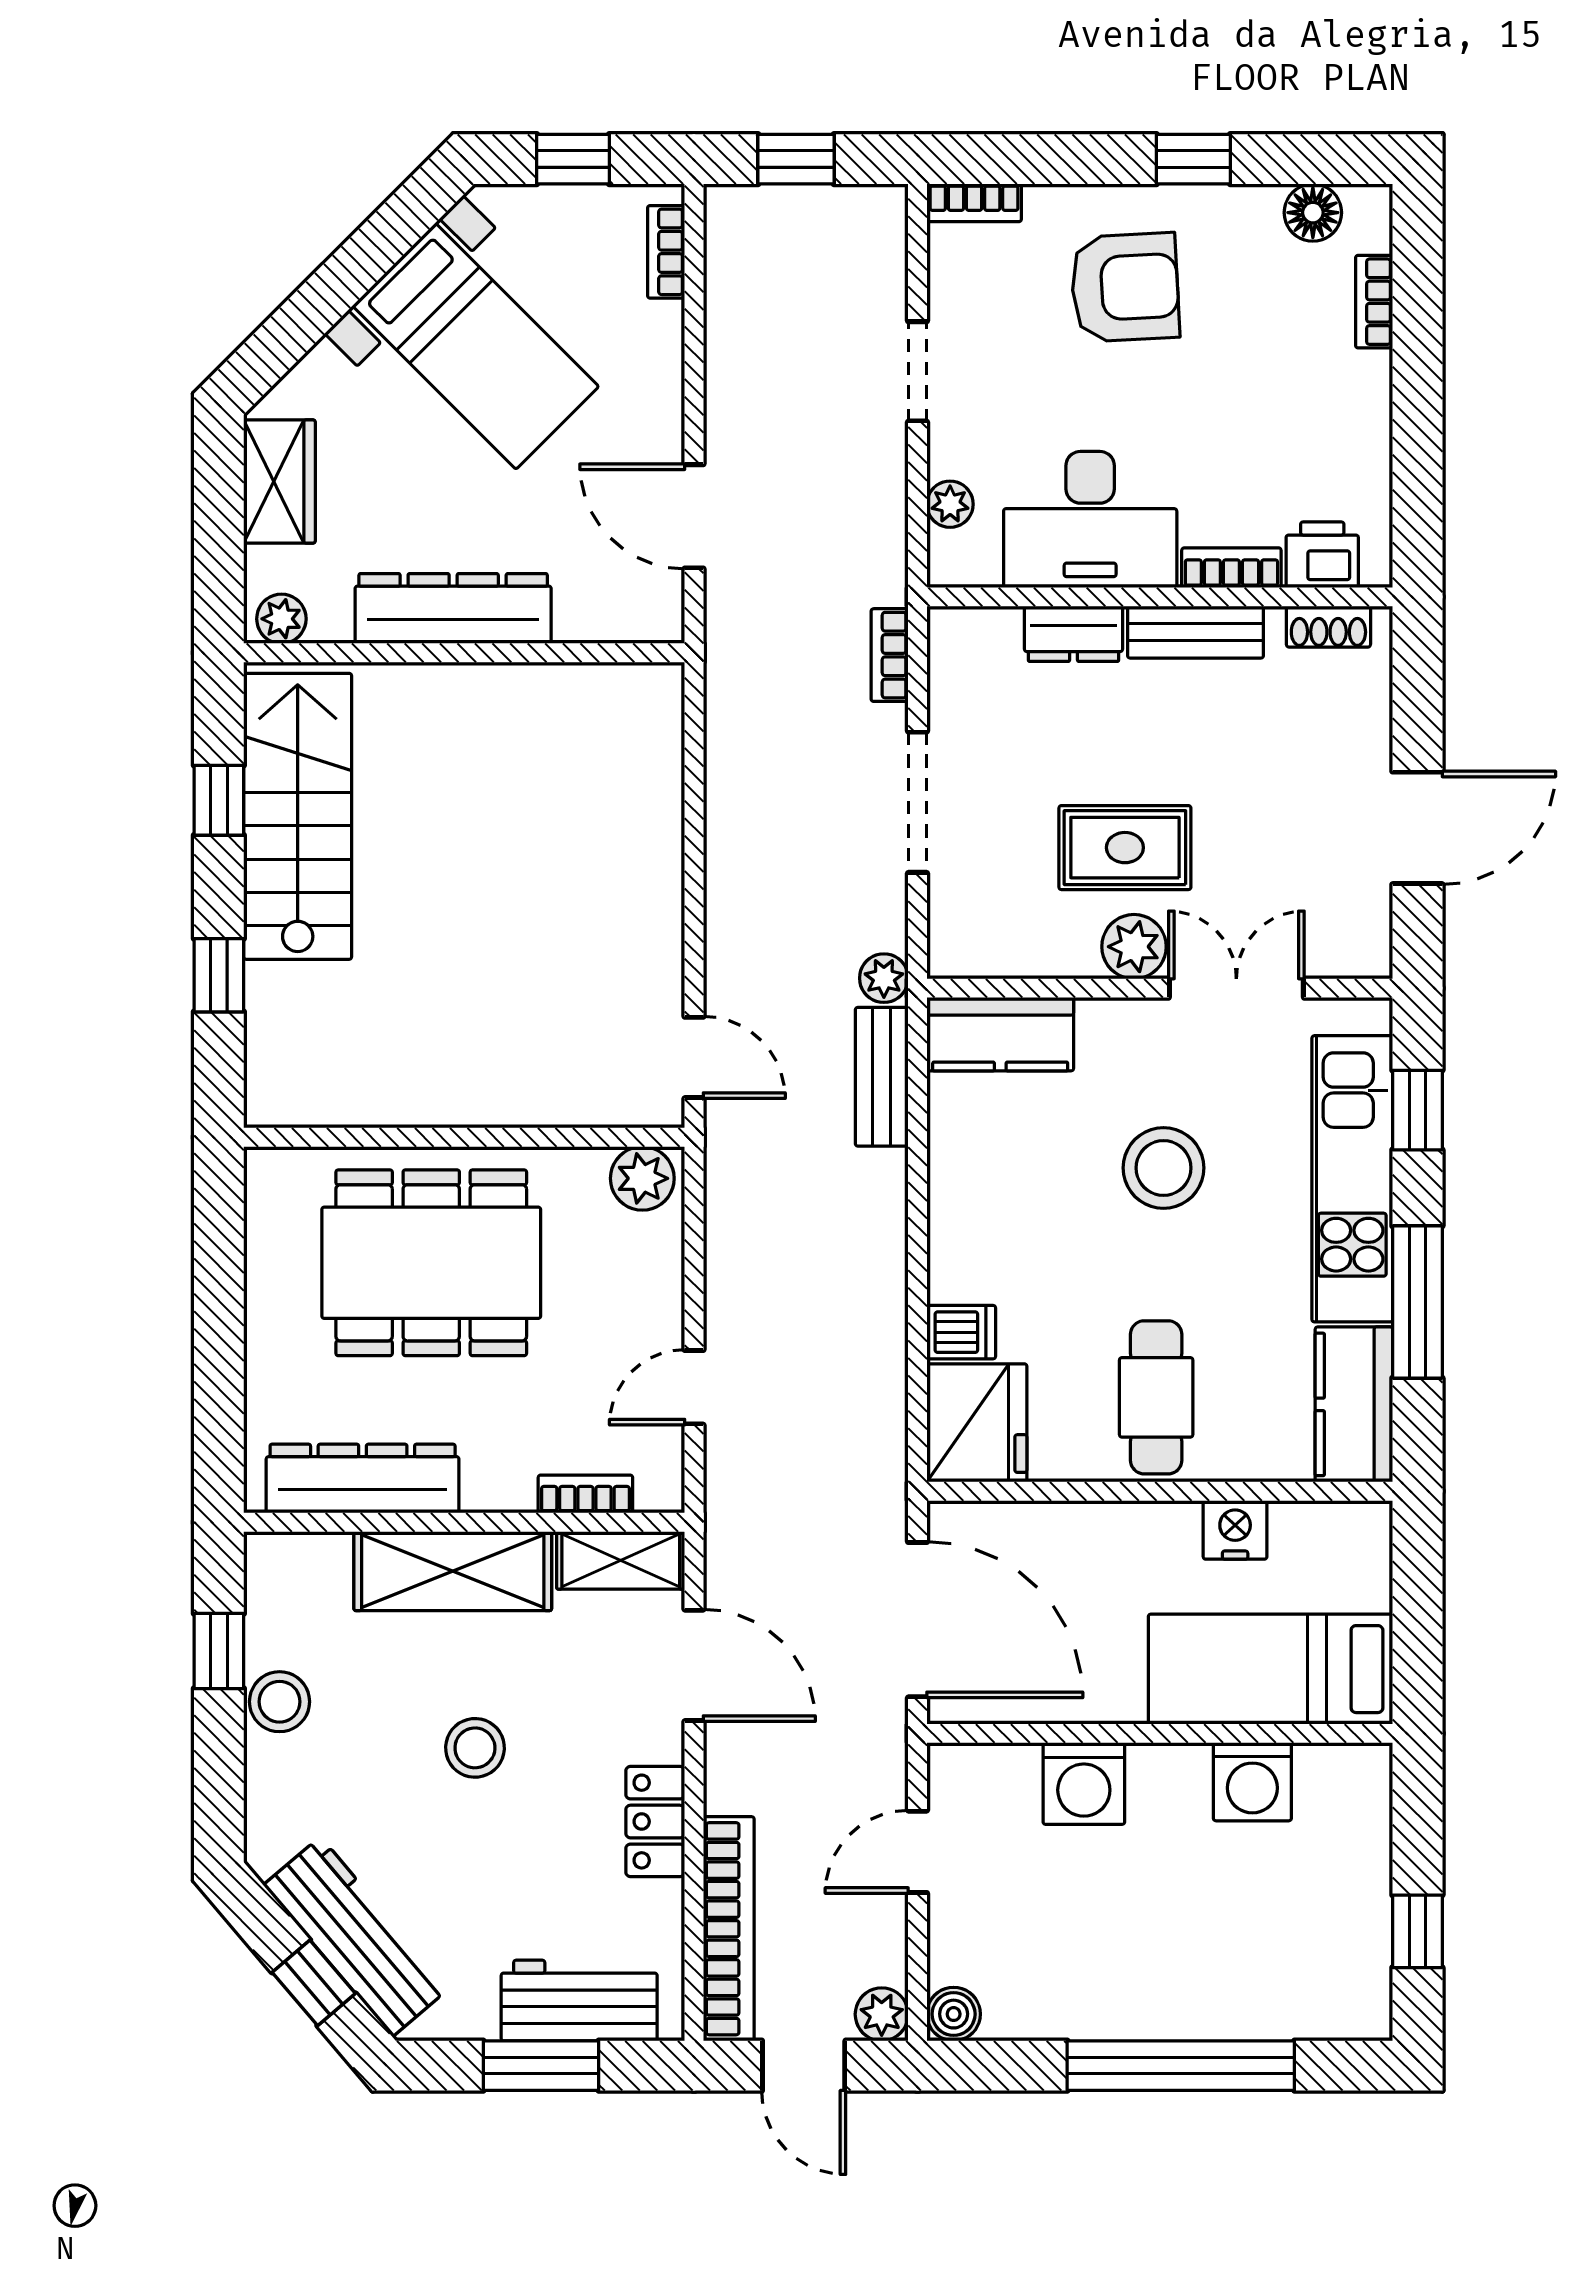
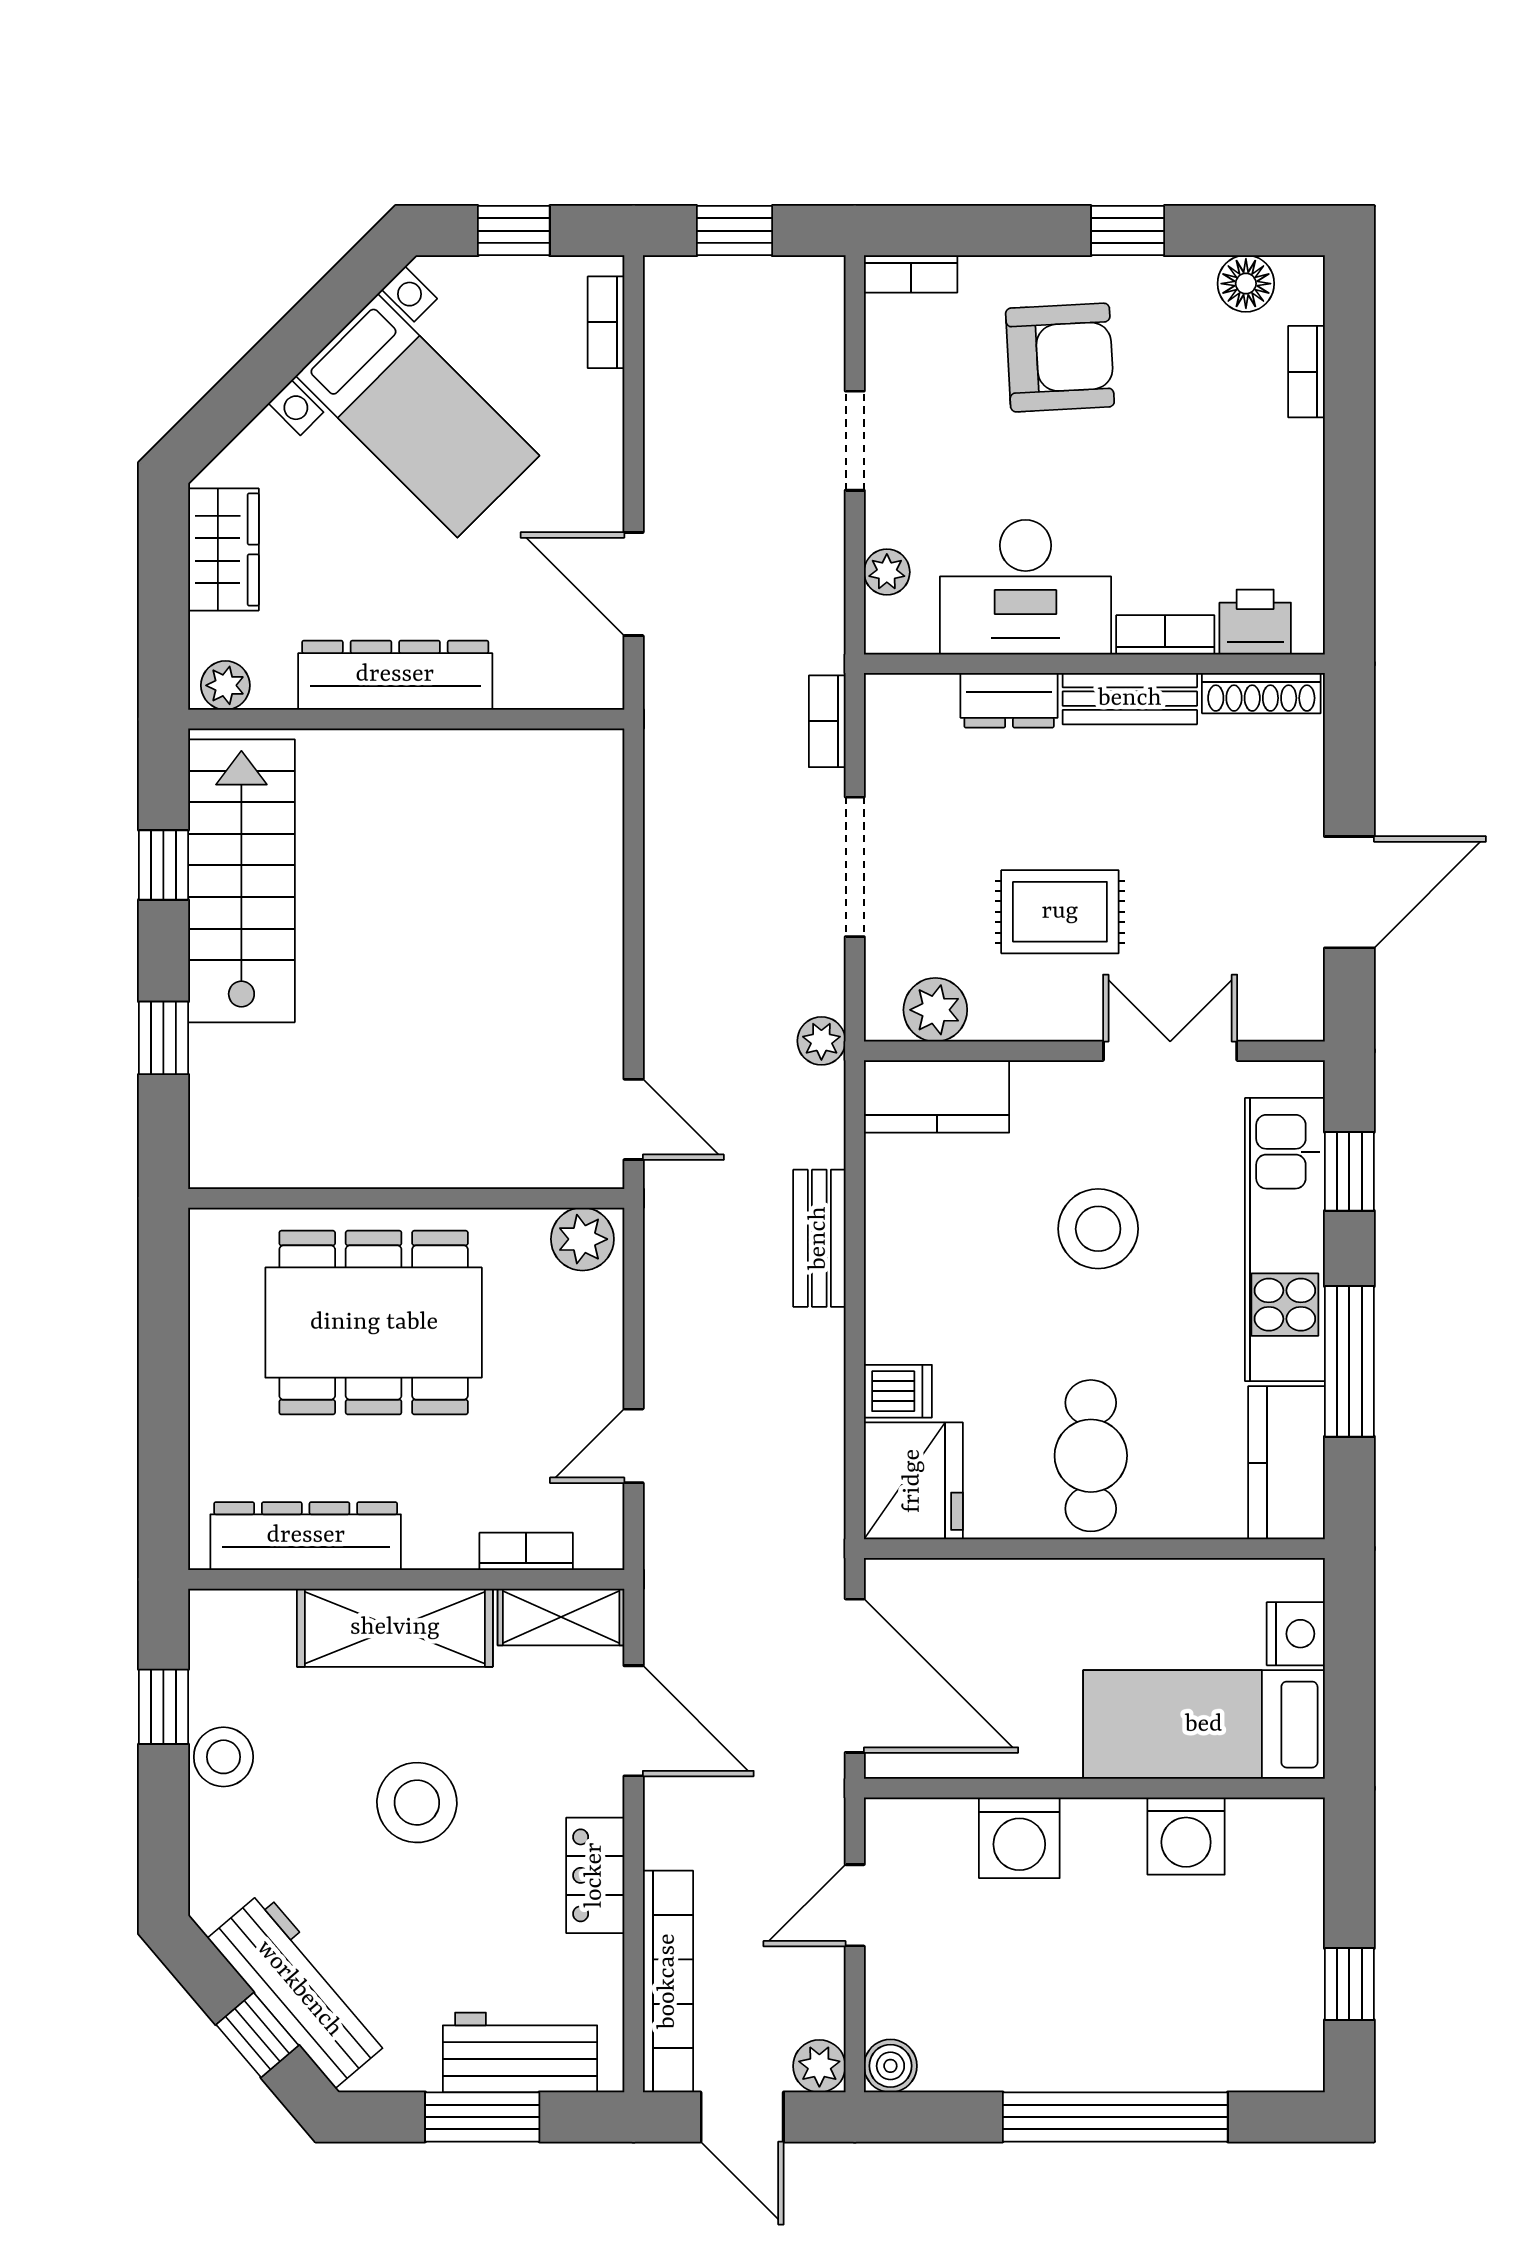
shoe rack: (1328, 627) -> (1261, 693), width x1.43
plant: (1134, 947) -> (935, 1010), moved
bench: (882, 1077) -> (819, 1238), moved
nightstand: (1235, 1530) -> (1296, 1634), moved, turned 90
stool: (475, 1748) -> (417, 1803), width x1.38, depth x1.38

